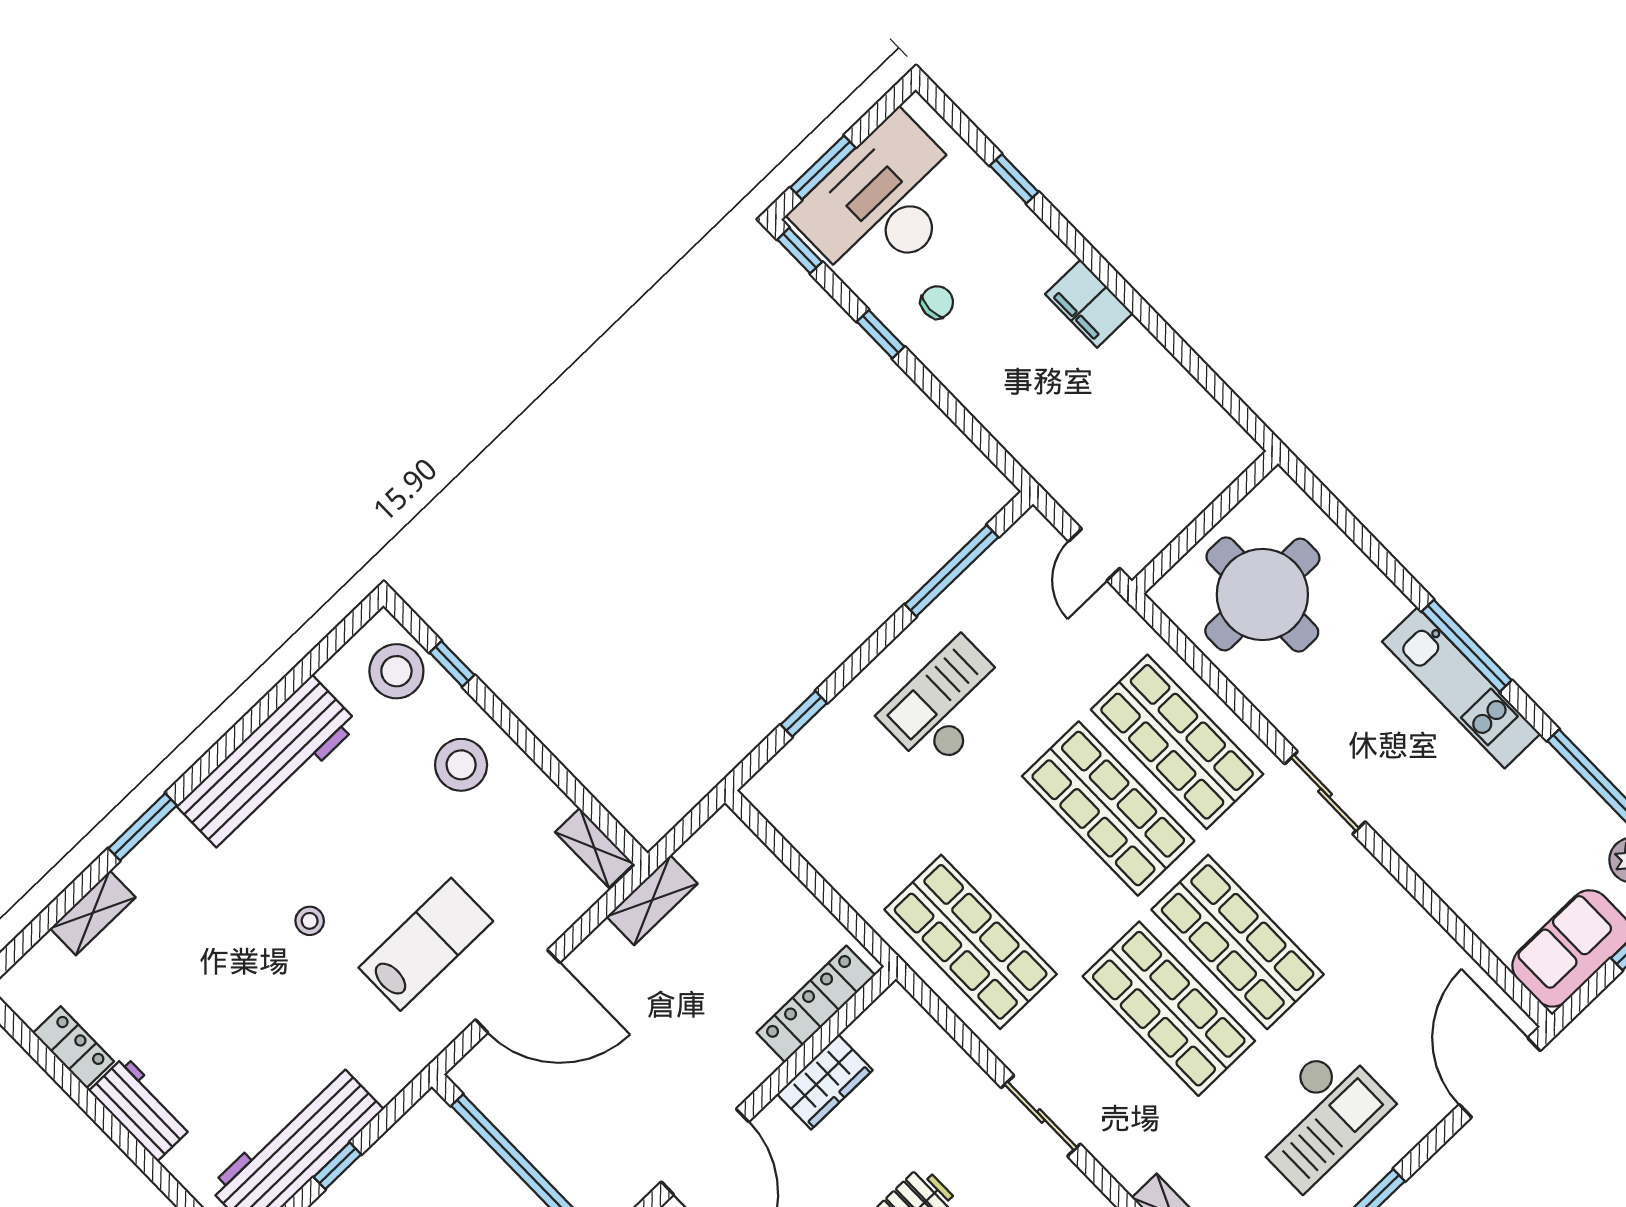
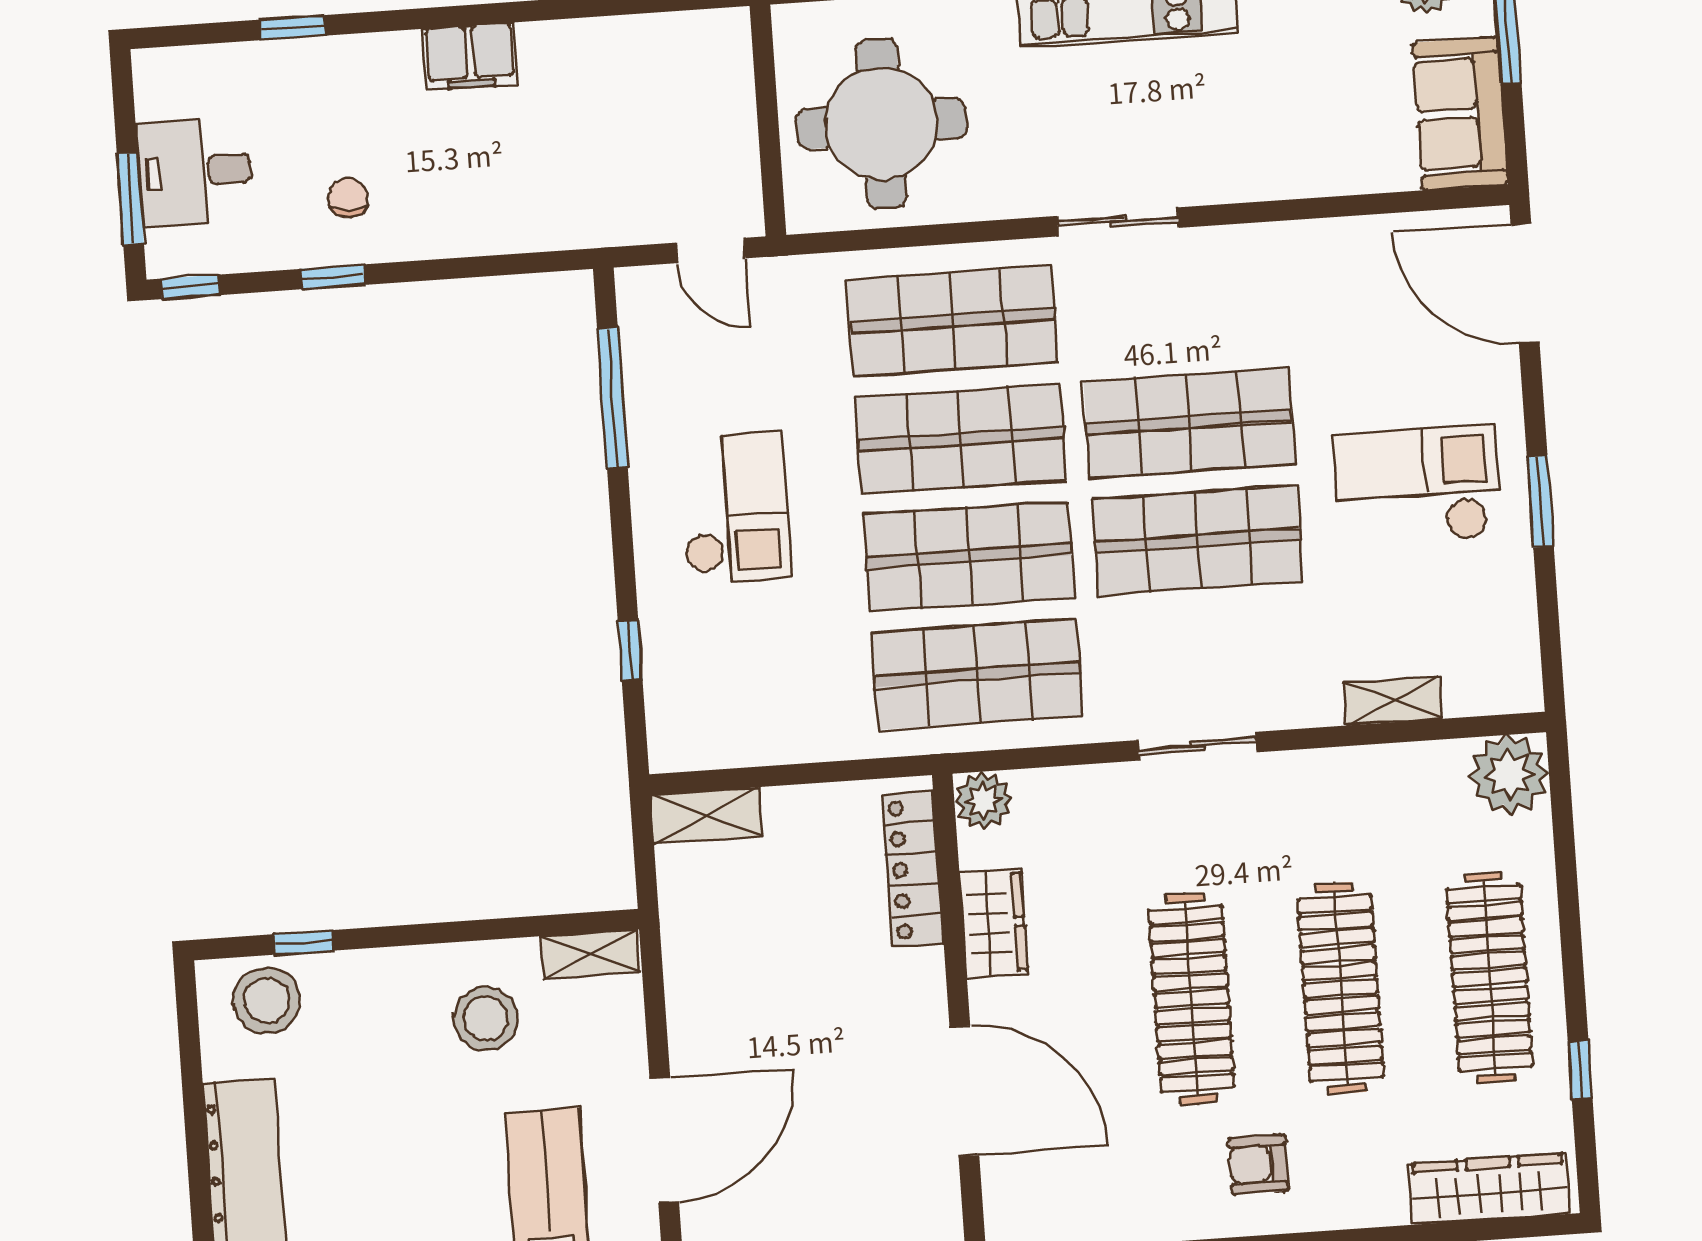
desk: (883, 203) -> (195, 171), width x0.53, depth x0.77
checkout: (947, 704) -> (735, 508), turned 180
stool: (461, 765) -> (486, 1019), moved
shop shelf: (1039, 875) -> (969, 556), added
shelving: (652, 900) -> (707, 815), moved, turned 90
plant: (895, 1012) -> (983, 800), added
checkout: (1318, 1116) -> (1417, 485), turned -90

